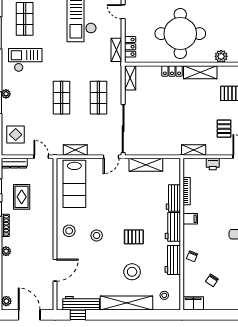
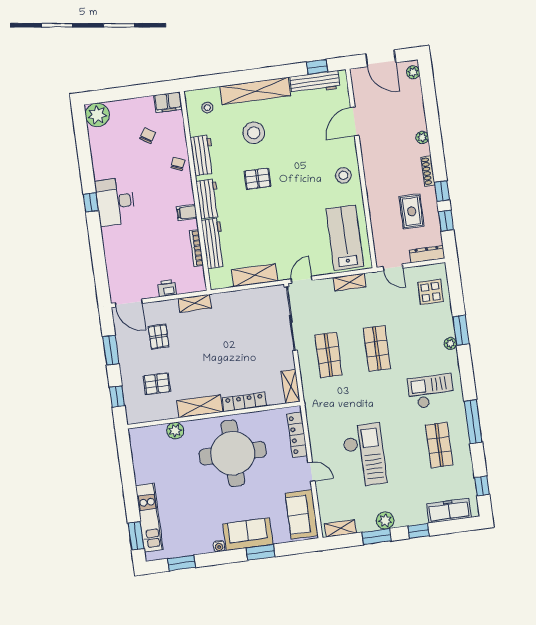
locker: (130, 47) -> (297, 435), width x1.53
shelving: (116, 50) -> (313, 421), removed
checkout: (25, 60) -> (431, 391), turned 180
locker: (172, 71) -> (244, 402), width x1.53
workbench: (173, 198) -> (214, 243), width x1.38
stool: (97, 235) -> (307, 174), removed

